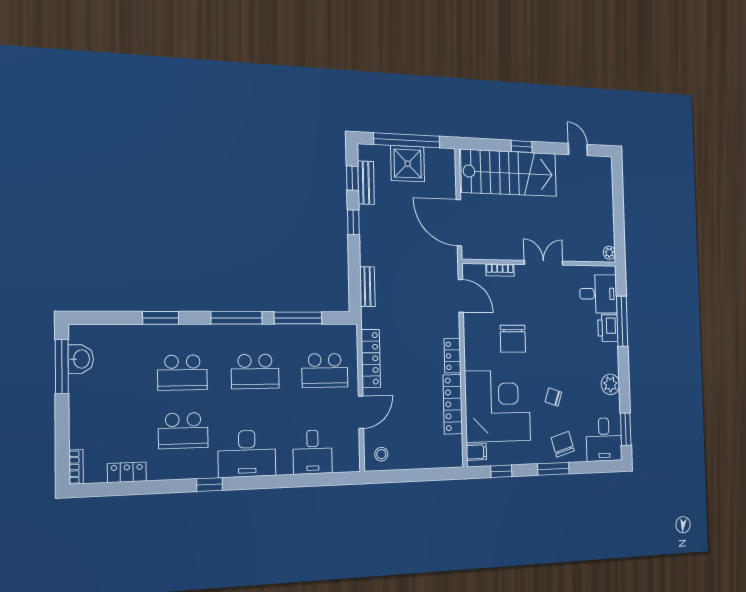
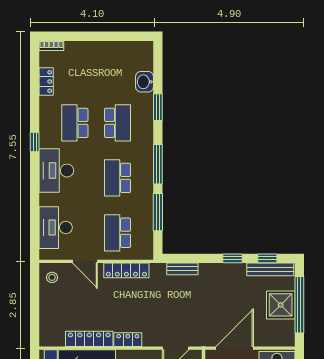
bench: (366, 183) -> (270, 269), width x1.36
washbasin: (81, 359) -> (145, 82), moved, turned 90
window: (62, 367) -> (123, 36), removed
school desk: (183, 372) -> (118, 123), turned 180
desk: (313, 452) -> (56, 228), width x1.37

